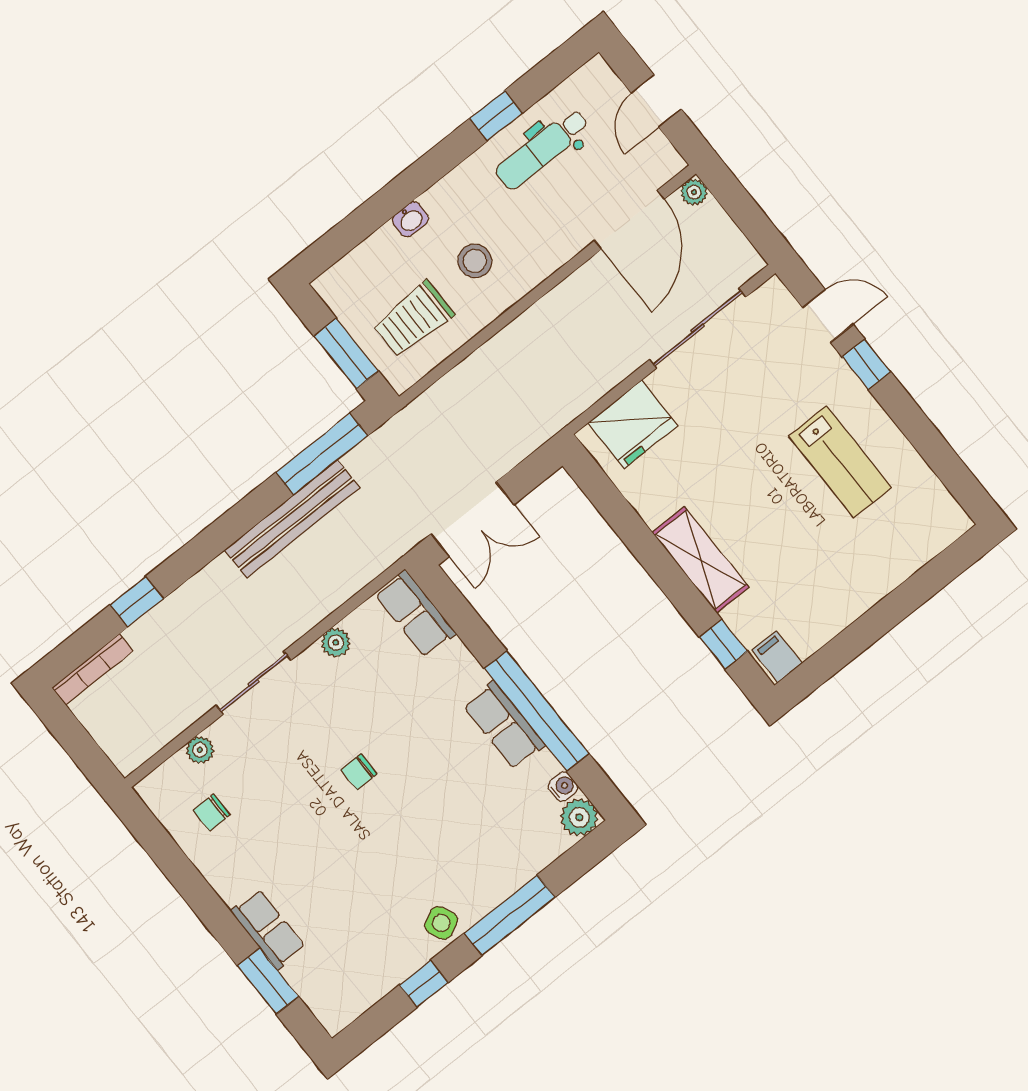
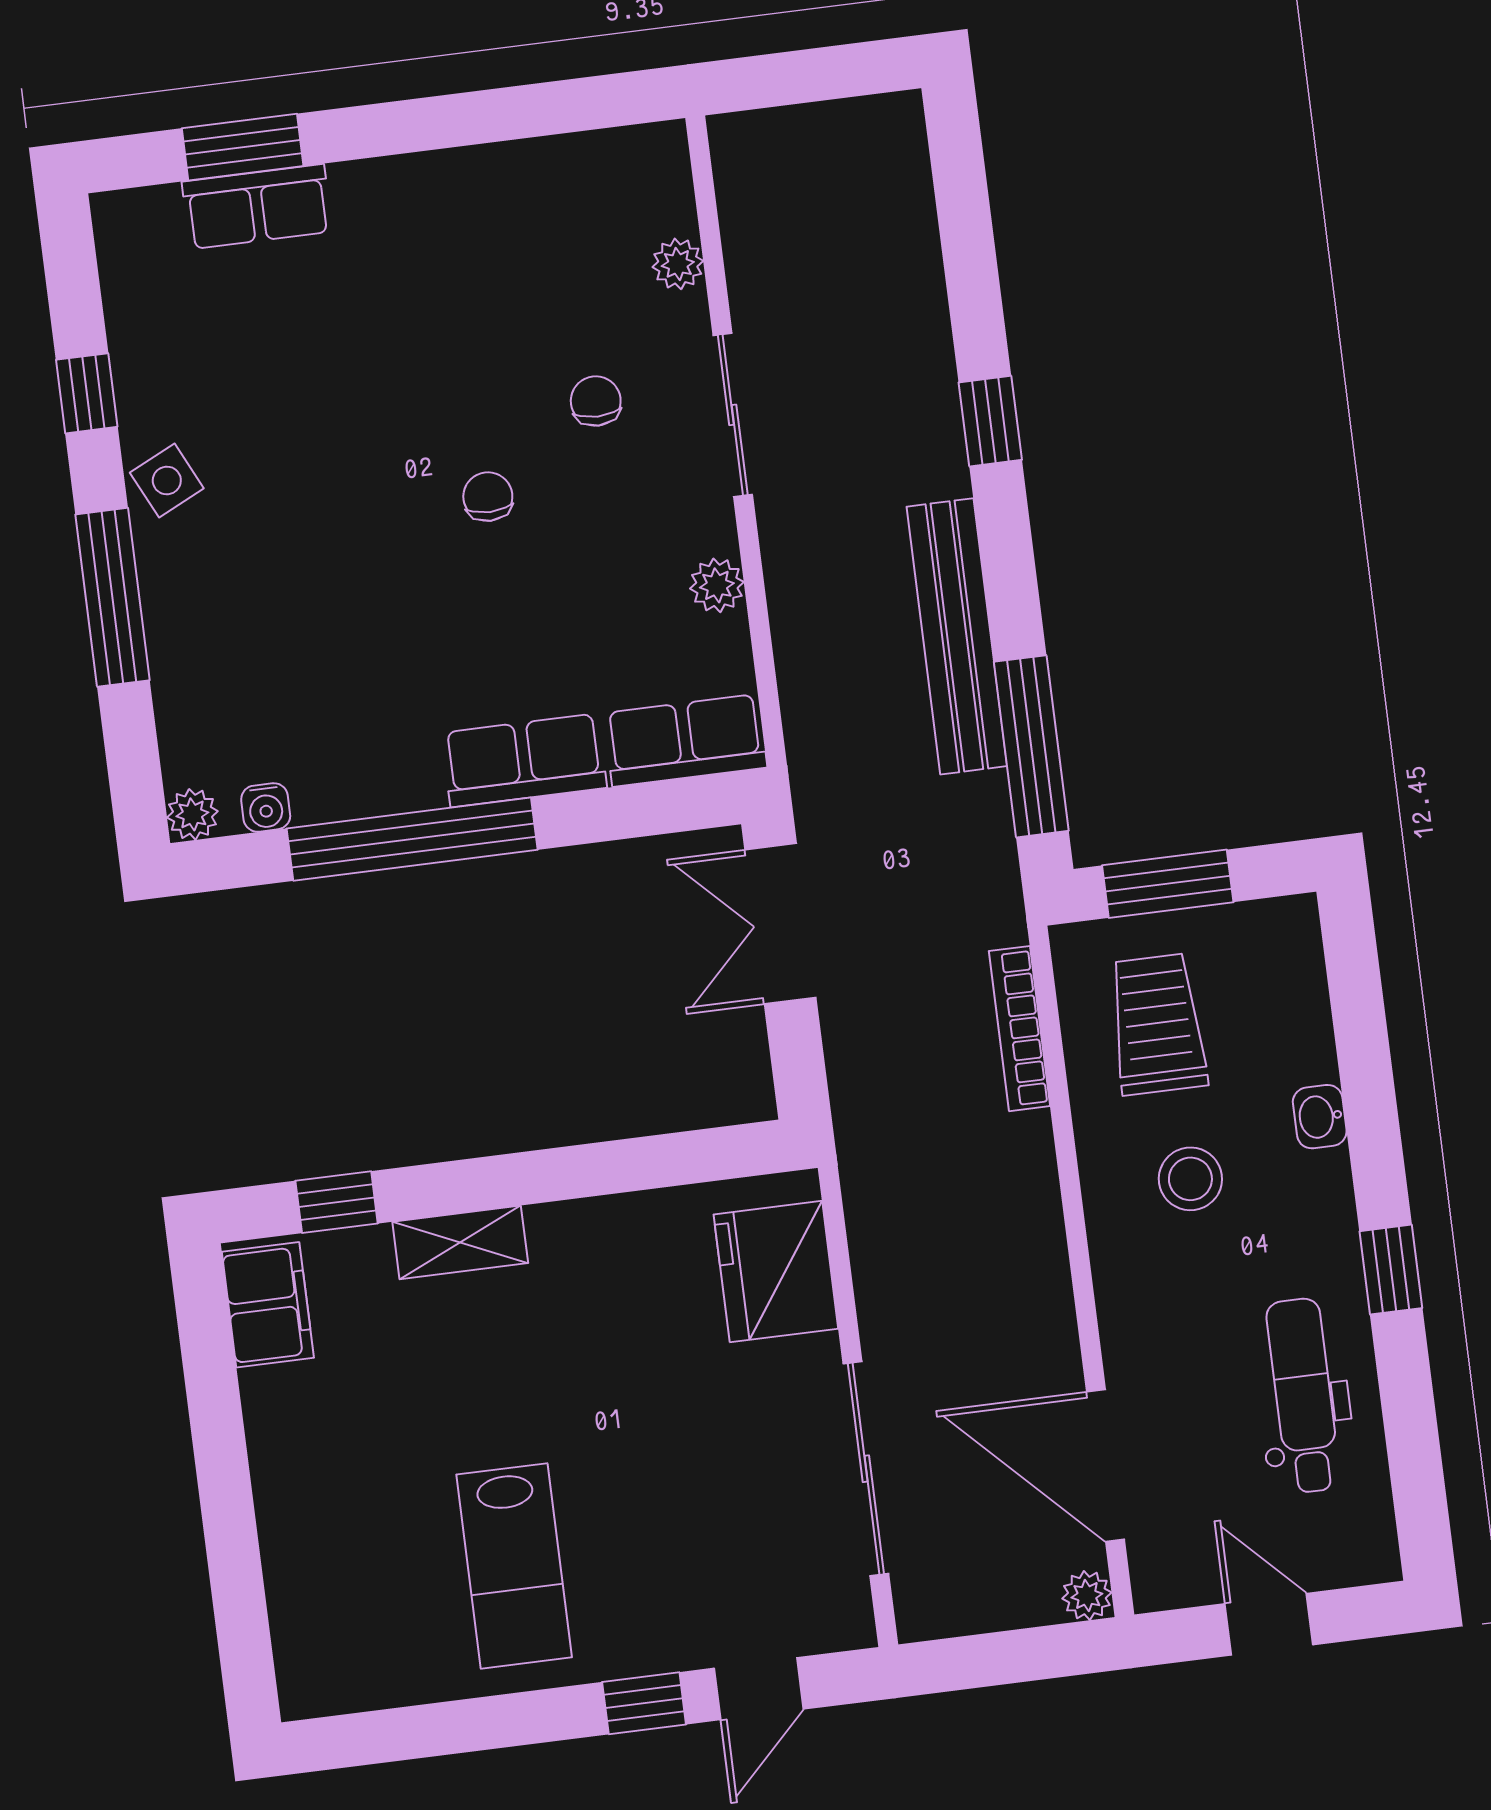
window: (496, 116) -> (1391, 1270), moved
lab bench: (840, 462) -> (514, 1566), turned -90
shelving: (701, 560) -> (460, 1242), width x0.67, depth x0.75
window: (137, 602) -> (990, 421), moved
filing cabinet: (777, 657) -> (268, 1305), width x2.00
bookcase: (92, 669) -> (1019, 1029), moved
row of seats: (504, 725) -> (524, 760), moved
chair: (212, 813) -> (596, 401), moved
plant: (579, 817) -> (192, 814), width x0.73, depth x0.73
row of seats: (268, 929) -> (257, 207), moved

